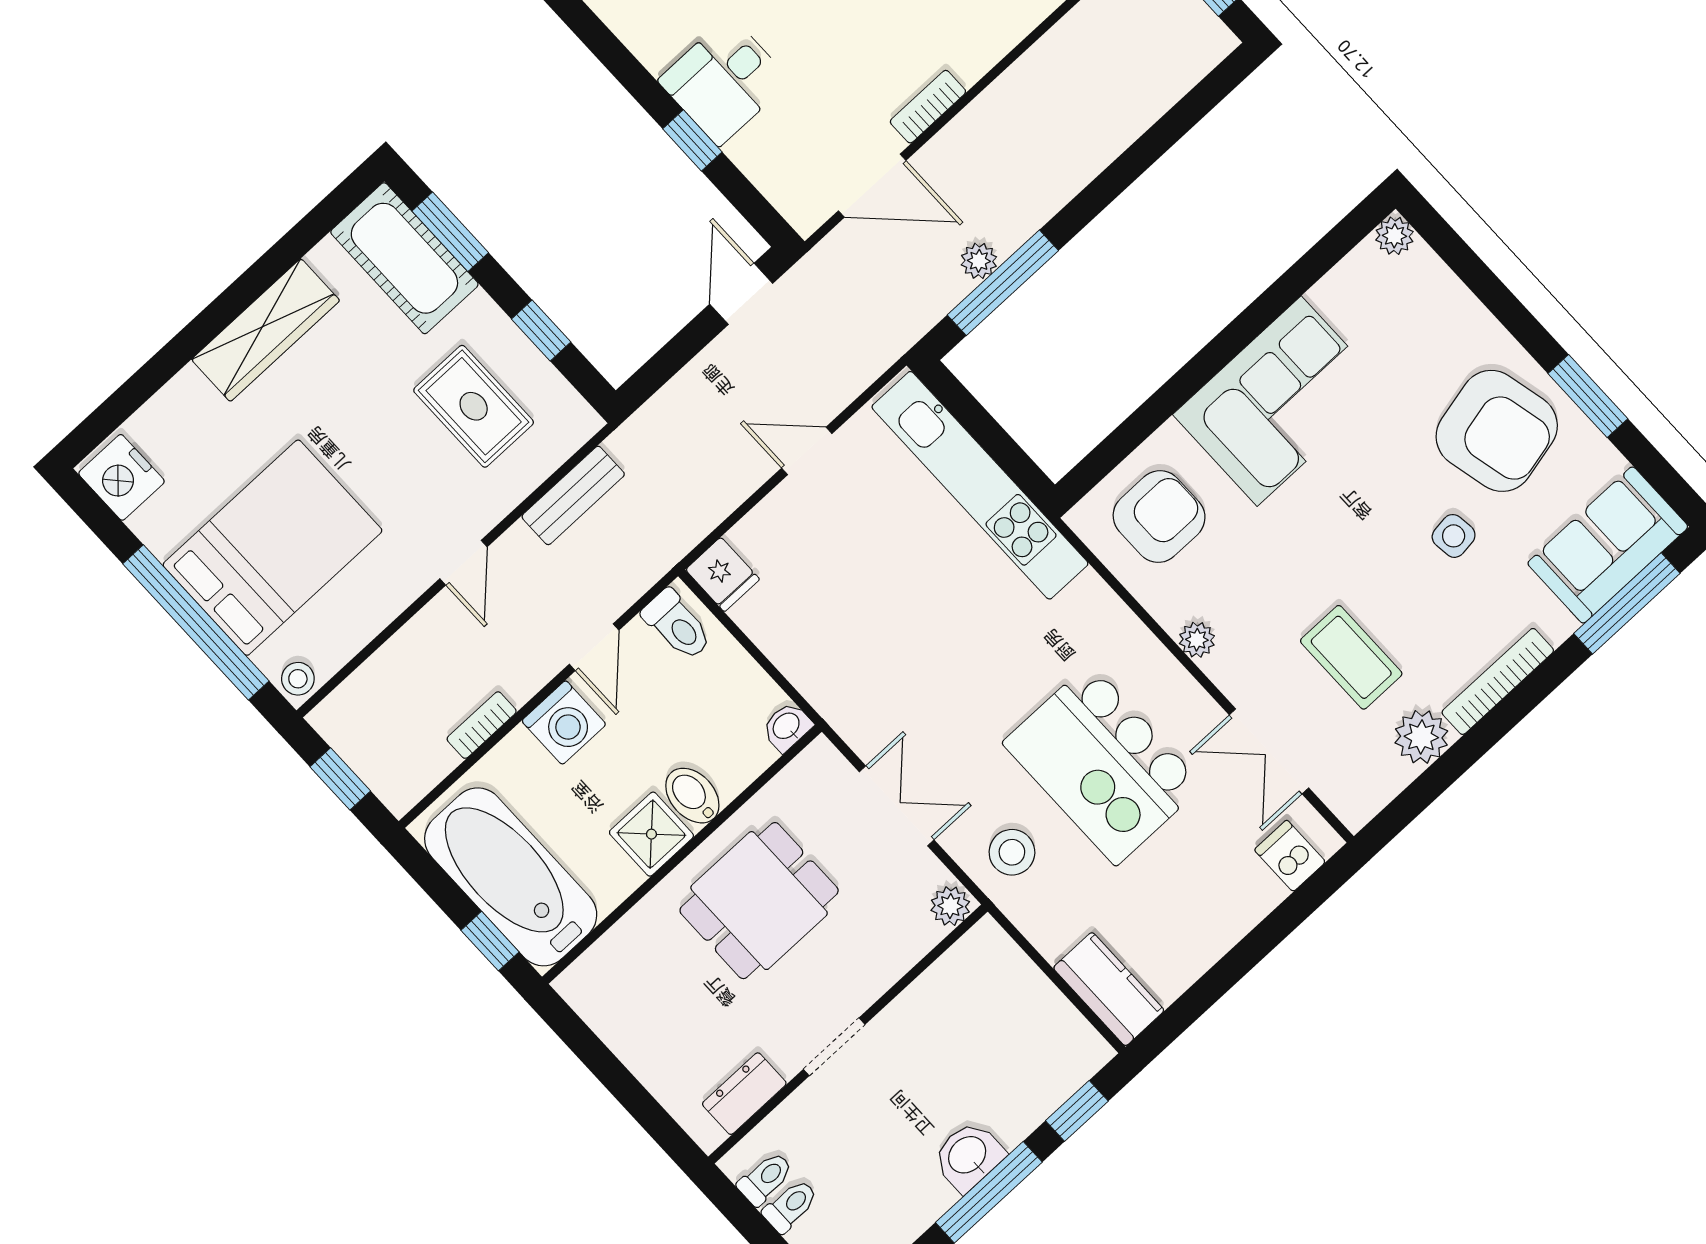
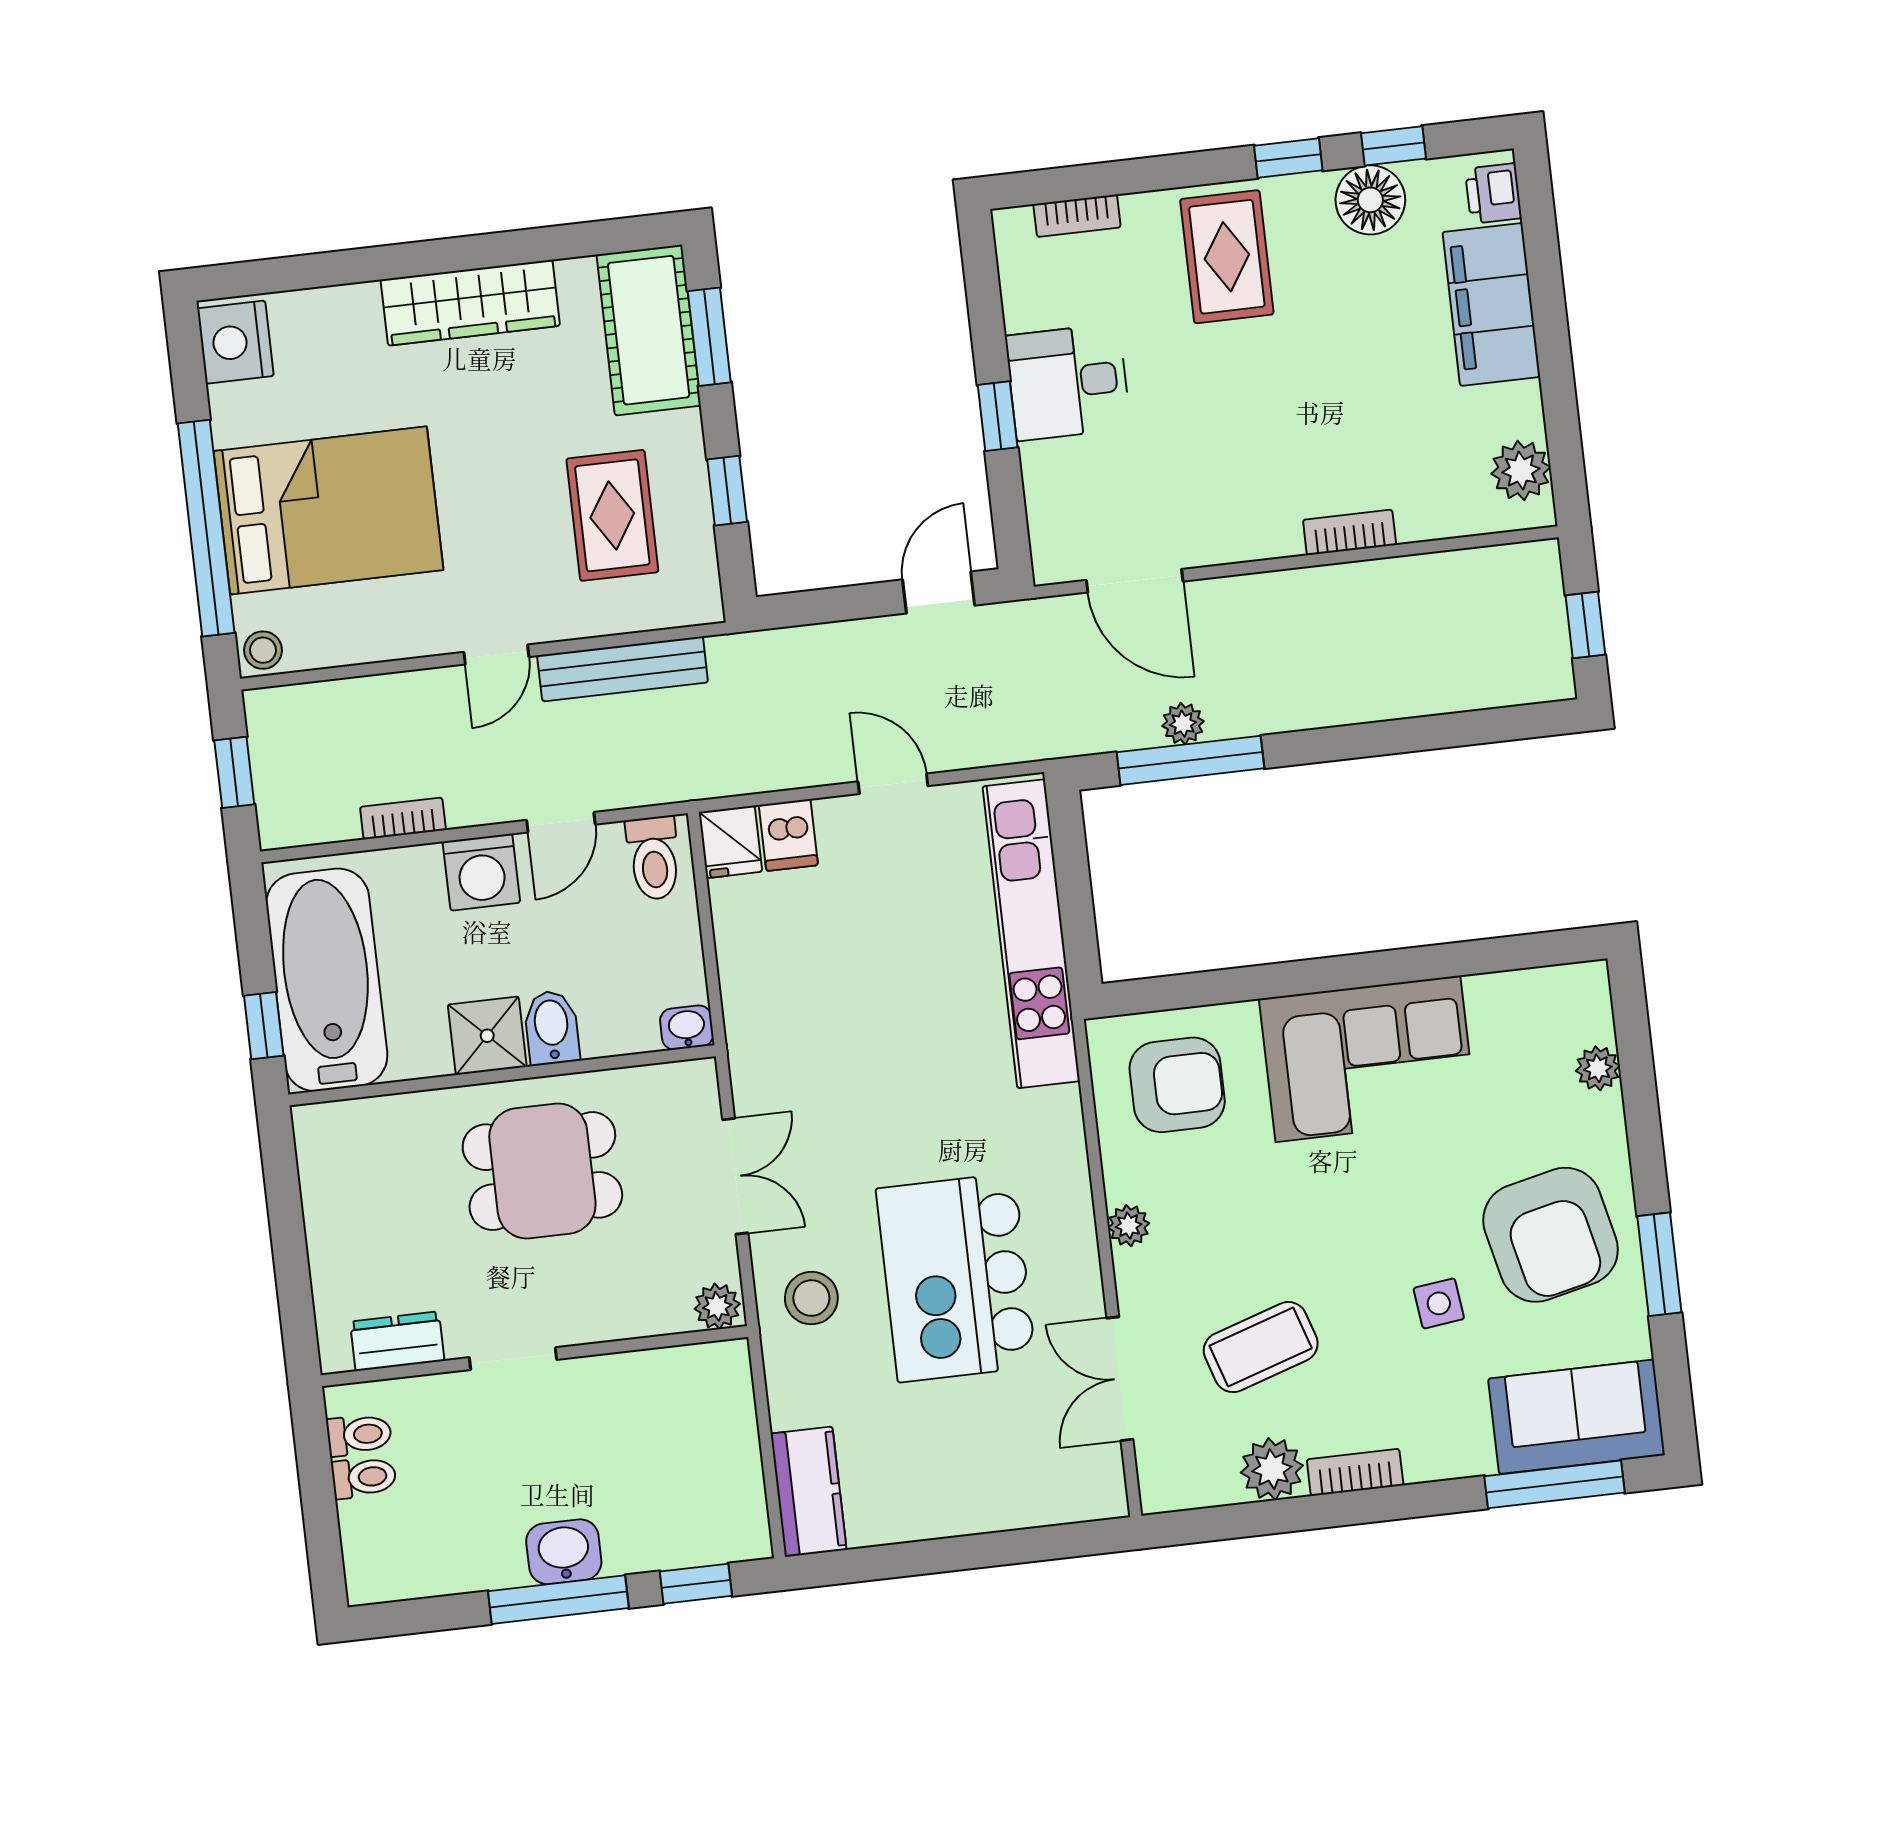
bookcase: (928, 107) -> (1350, 532), moved
plant: (1395, 236) -> (1598, 1068), moved
bench: (573, 495) -> (623, 669), width x1.36
coffee table: (1351, 657) -> (1261, 1347), turned 72
bookcase: (1498, 681) -> (1355, 1472), width x0.64
dishwasher: (1290, 856) -> (788, 835), moved, turned 180

